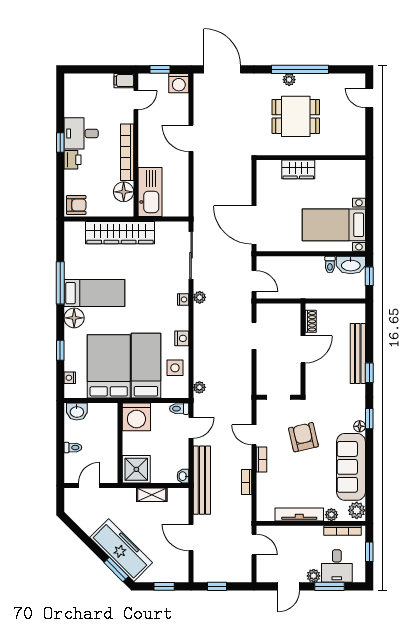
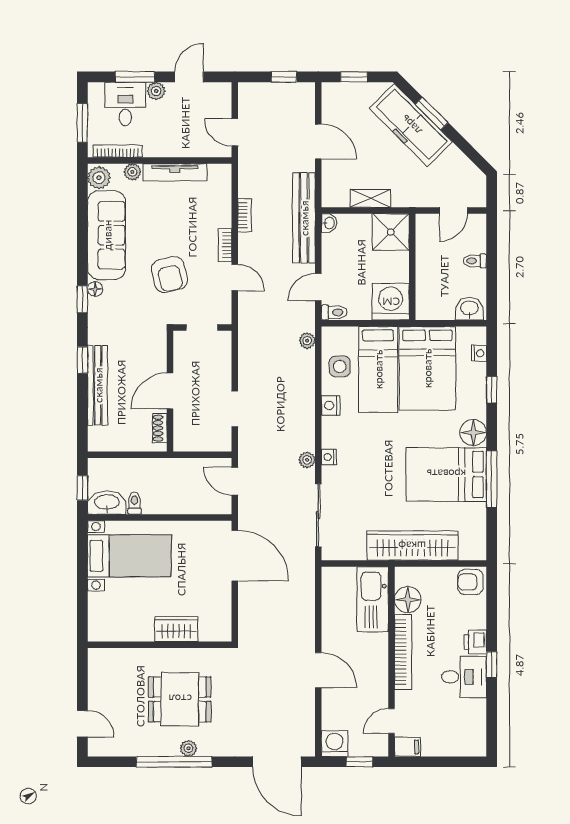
bed: (94, 293) -> (446, 474), width x1.50
window: (369, 552) -> (82, 123), width x1.50
window: (116, 569) -> (432, 113), moved

